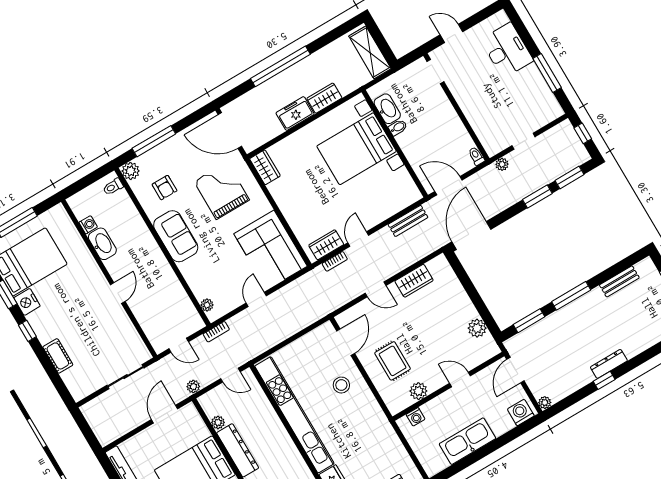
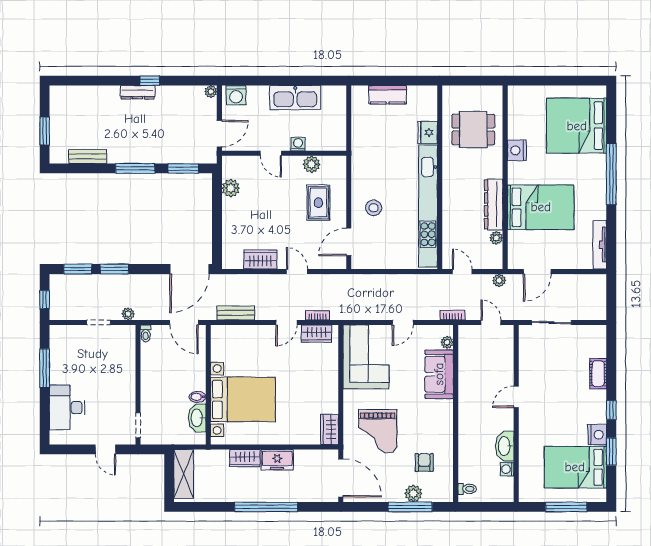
plant: (131, 171) -> (413, 493), moved
sofa: (176, 236) -> (439, 374), moved
washing machine: (416, 417) -> (298, 144), moved

